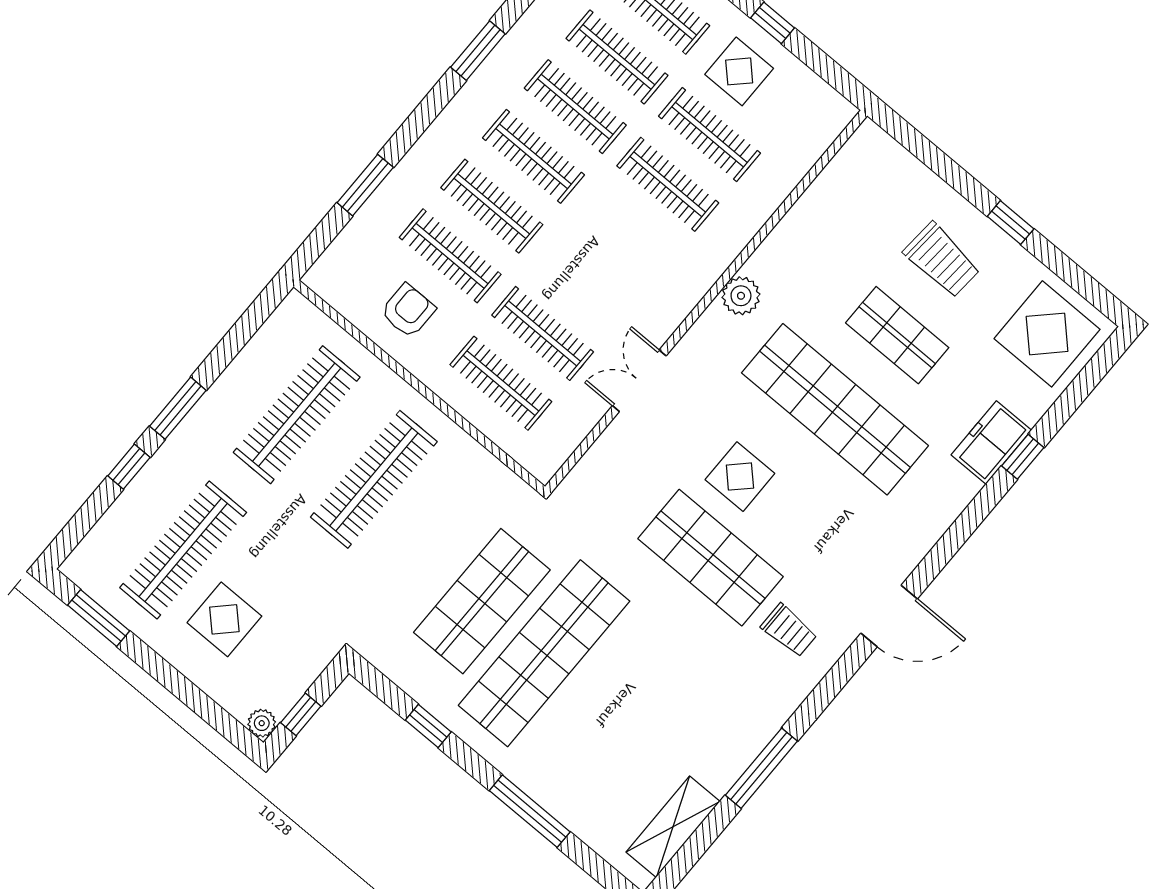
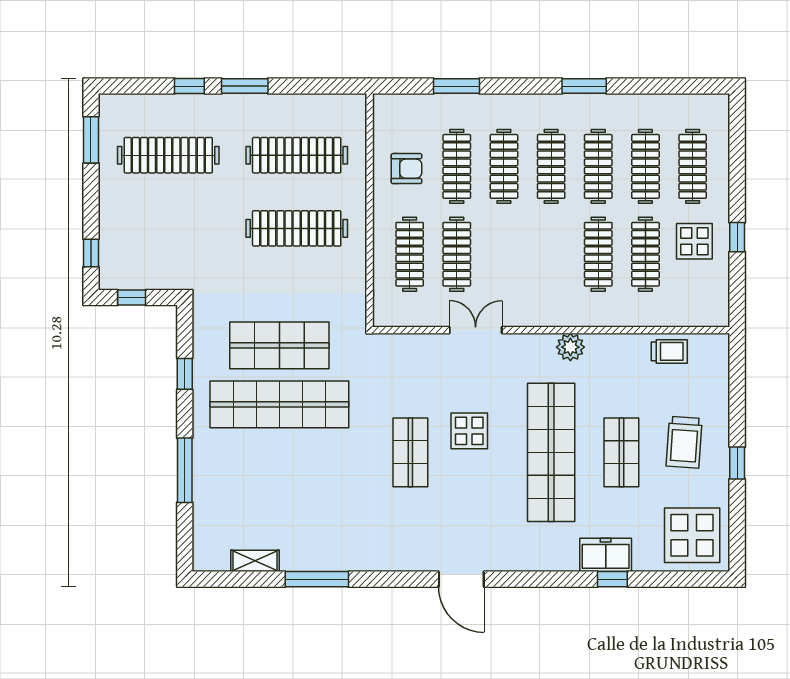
shop shelf: (711, 558) -> (410, 452), width x0.70, depth x0.74
display table: (224, 619) -> (149, 211), removed
trolley: (789, 630) -> (669, 351), moved, turned -90
window: (218, 718) -> (91, 253), added
plant: (262, 723) -> (109, 280), removed
shelving: (673, 827) -> (255, 561), width x0.67, depth x0.75

